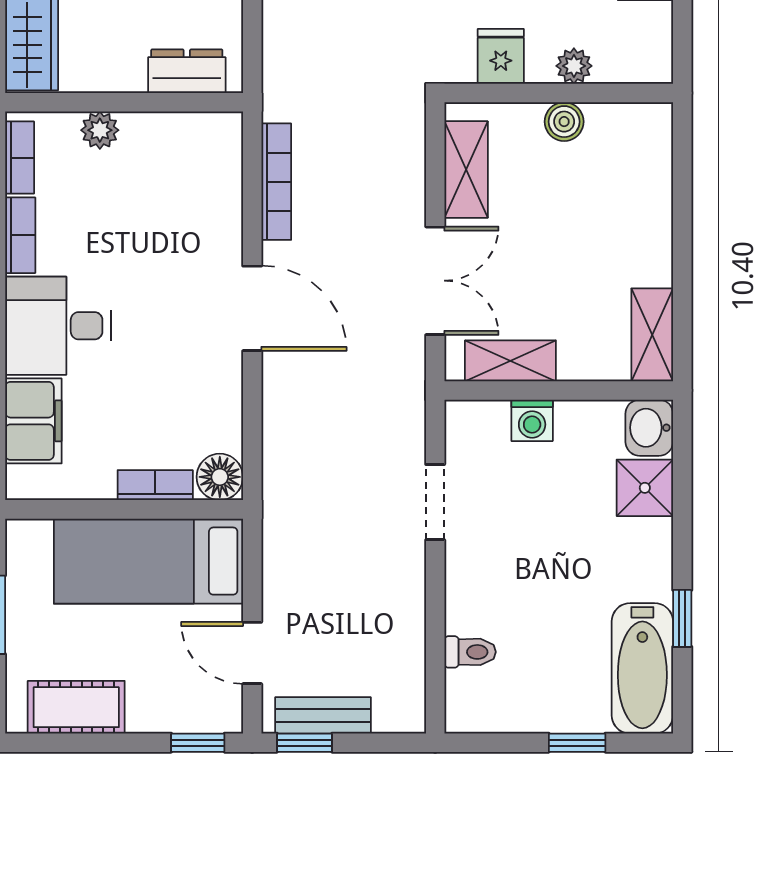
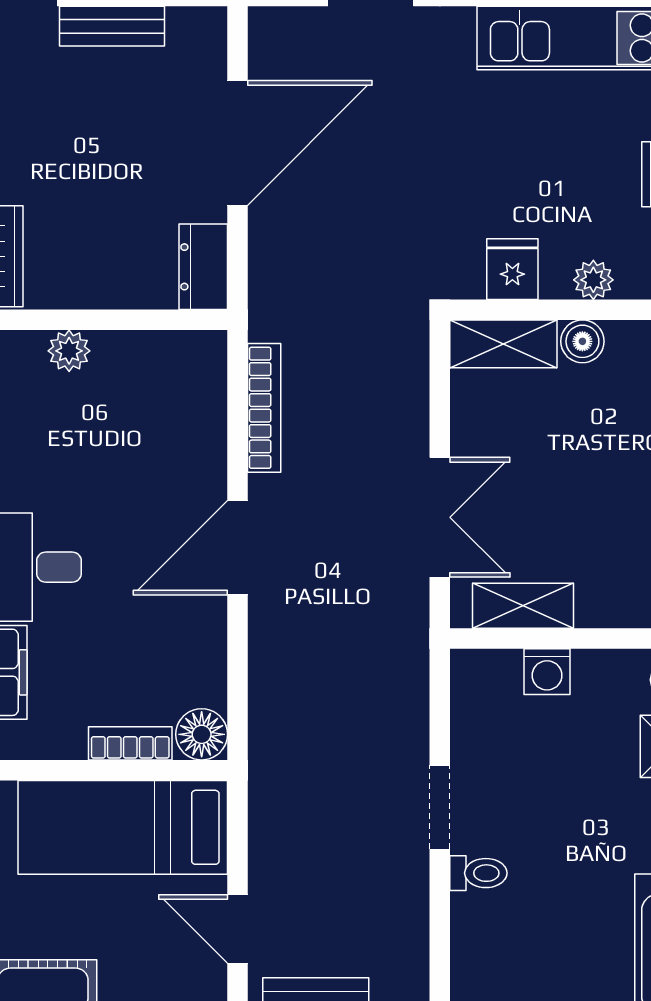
dresser: (187, 71) -> (203, 267), moved, turned -90
shelving: (466, 170) -> (503, 344), moved, turned 90
door: (252, 308) -> (237, 548), swing flipped
doorway: (435, 502) -> (440, 807), moved
toilet: (470, 652) -> (478, 873), moved

